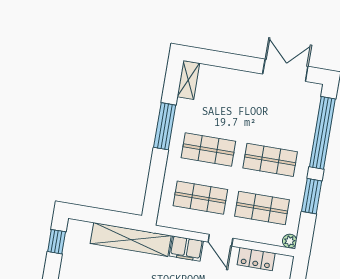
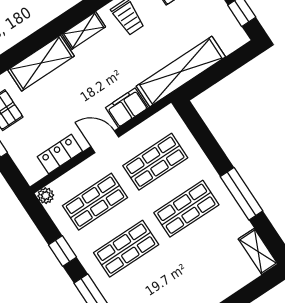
window: (312, 196) -> (63, 251), width x0.67

